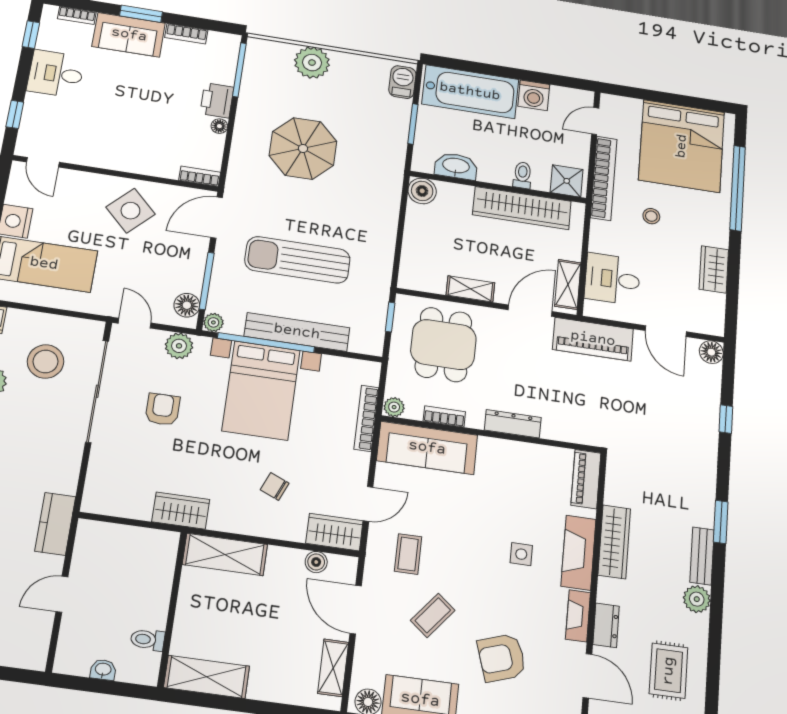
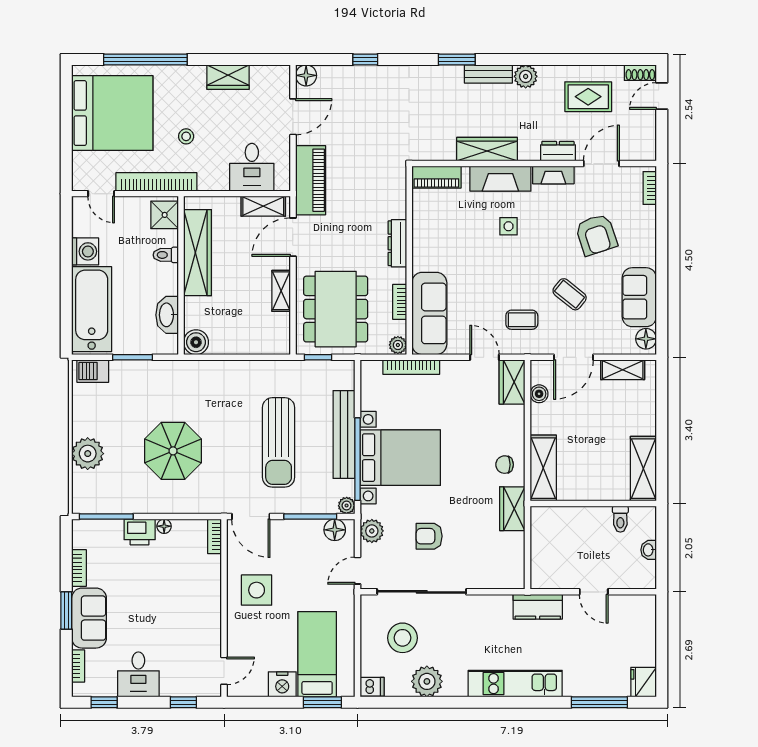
side table: (130, 211) -> (257, 590), turned 45
door: (530, 311) -> (293, 237), hinge flipped
dining table: (443, 345) -> (336, 309), width x1.38
chair: (275, 487) -> (505, 465), moved, turned 67

